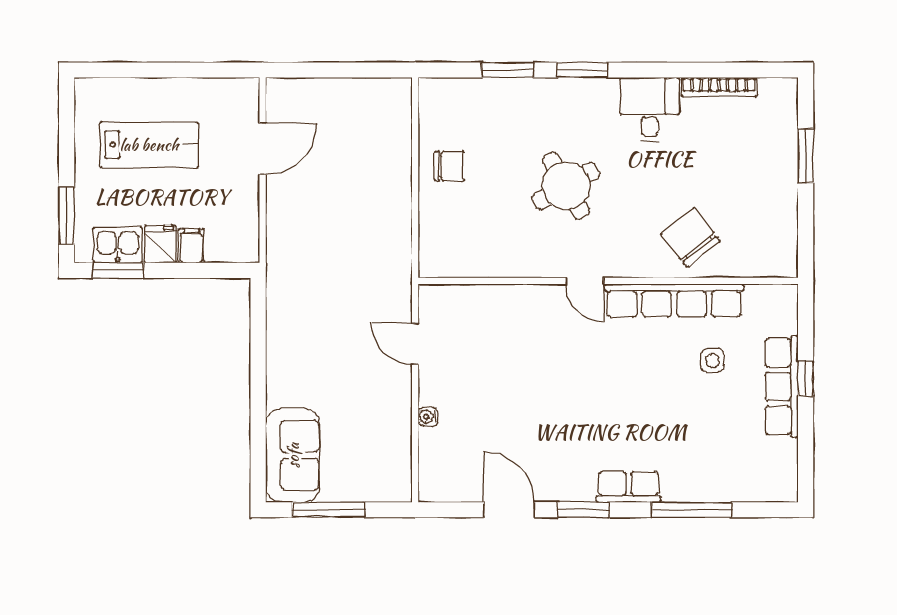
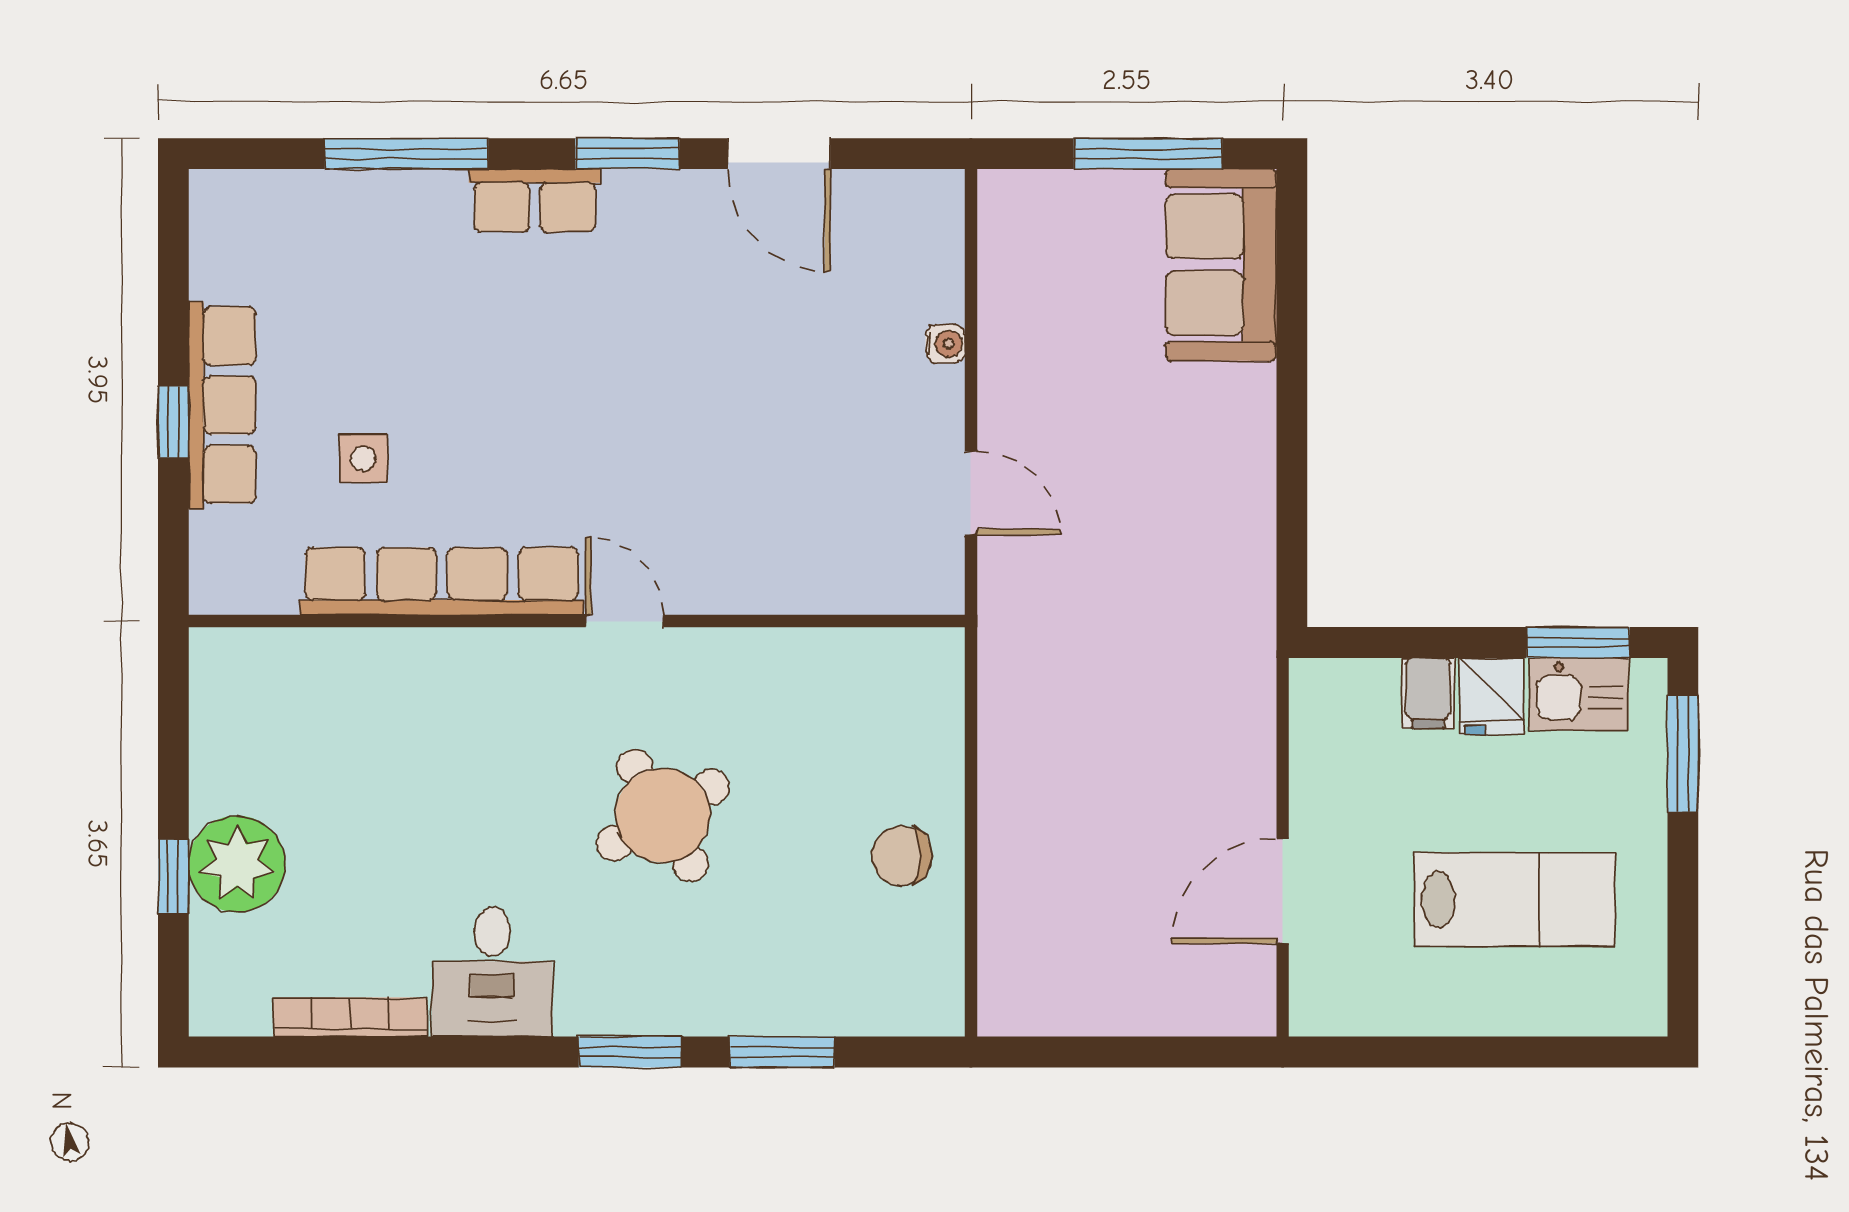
lab bench: (149, 145) -> (1515, 899), turned 180
window: (806, 156) -> (173, 876), width x0.67
plant: (774, 162) -> (237, 864), added
chair: (691, 237) -> (408, 710), removed

